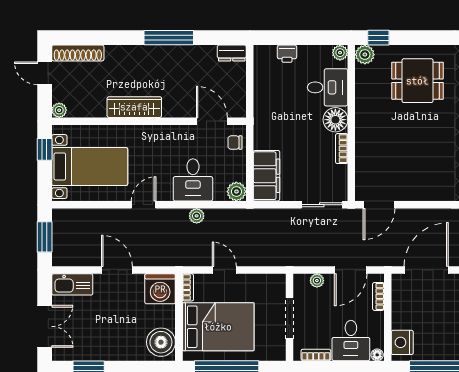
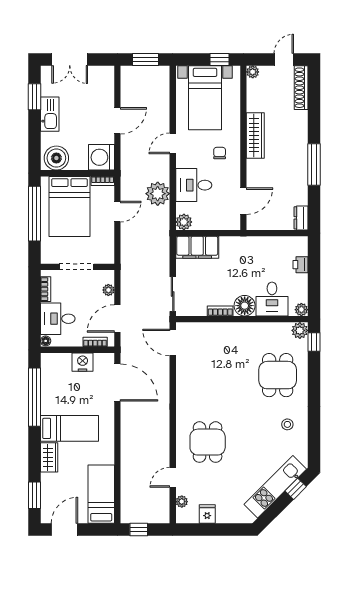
chair: (235, 143) -> (220, 153), moved
door: (144, 205) -> (173, 143), swing flipped
plant: (197, 216) -> (158, 194), width x1.88, depth x1.88
door: (351, 270) -> (117, 318), hinge flipped
kitchen sink: (72, 284) -> (50, 114), moved, turned 180
nightstand: (402, 342) -> (83, 362), moved

